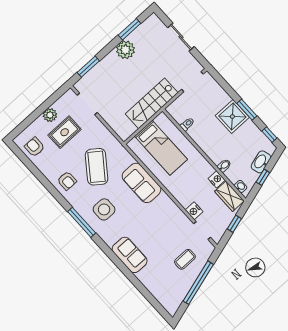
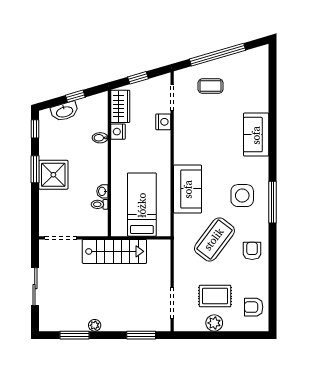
plant: (125, 50) -> (95, 325), width x0.53, depth x0.53
armchair: (35, 147) -> (254, 307), turned 90
washbasin: (241, 186) -> (102, 191), moved

